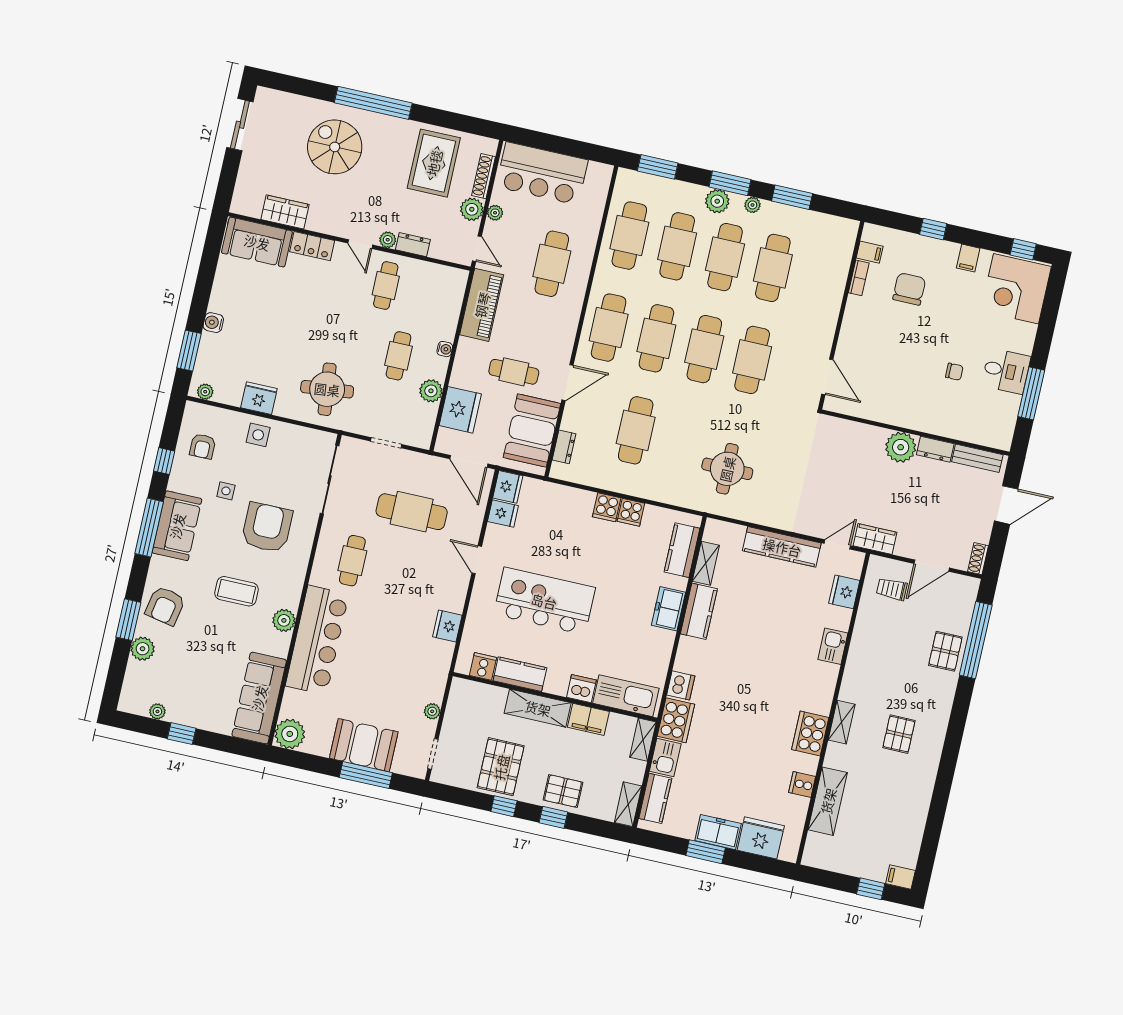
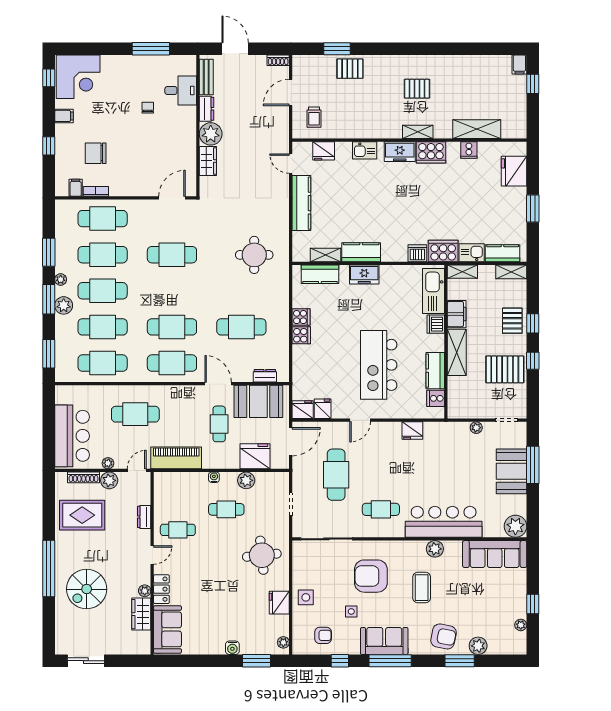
plant: (388, 240) -> (145, 591), moved
cafe table: (704, 349) -> (103, 219), moved
desk: (1006, 371) -> (181, 91), moved, turned 90
wardrobe: (875, 539) -> (208, 161), moved, turned 180
door: (932, 566) -> (291, 92), swing flipped
window: (976, 640) -> (337, 49), width x0.47
freezer: (718, 832) -> (400, 152), moved, turned -90

